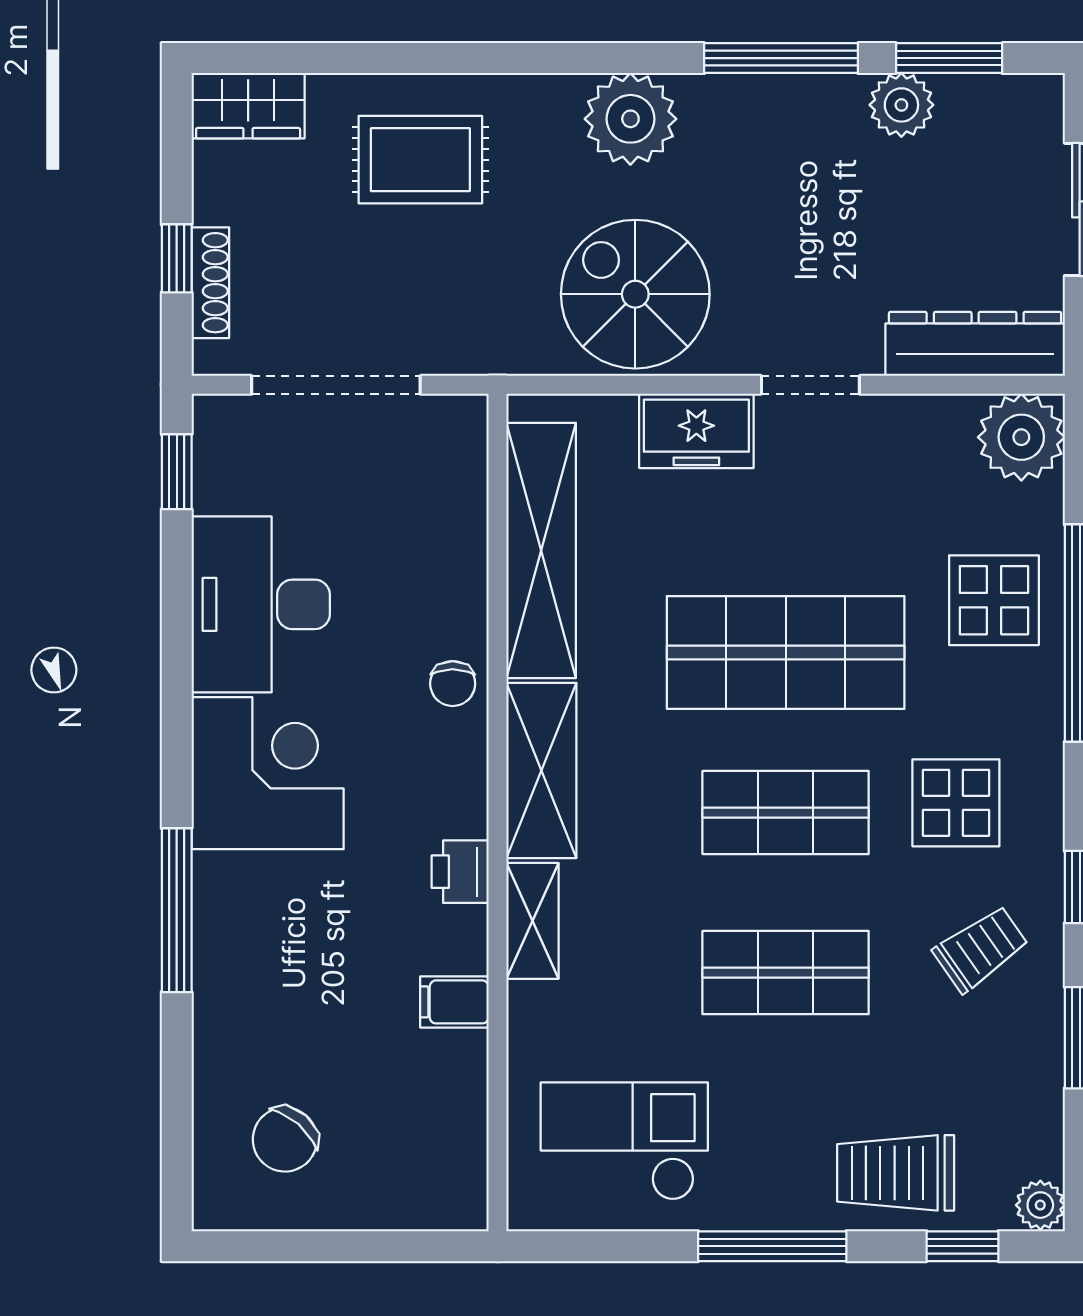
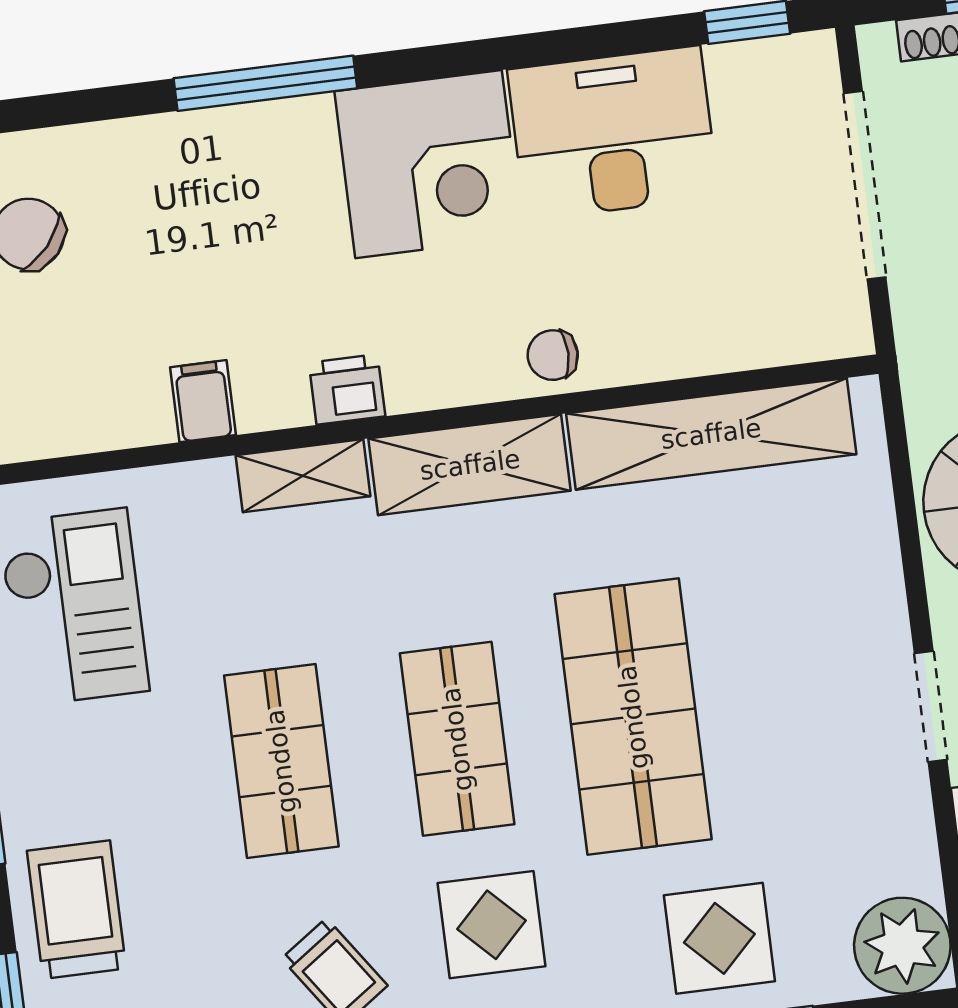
freezer: (696, 431) -> (864, 588), removed

